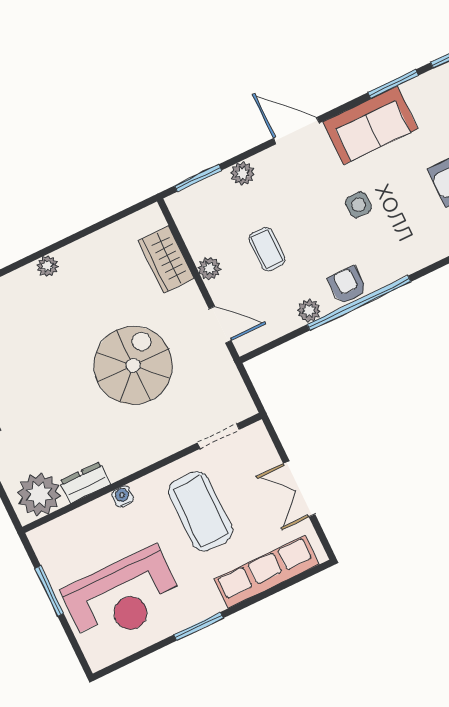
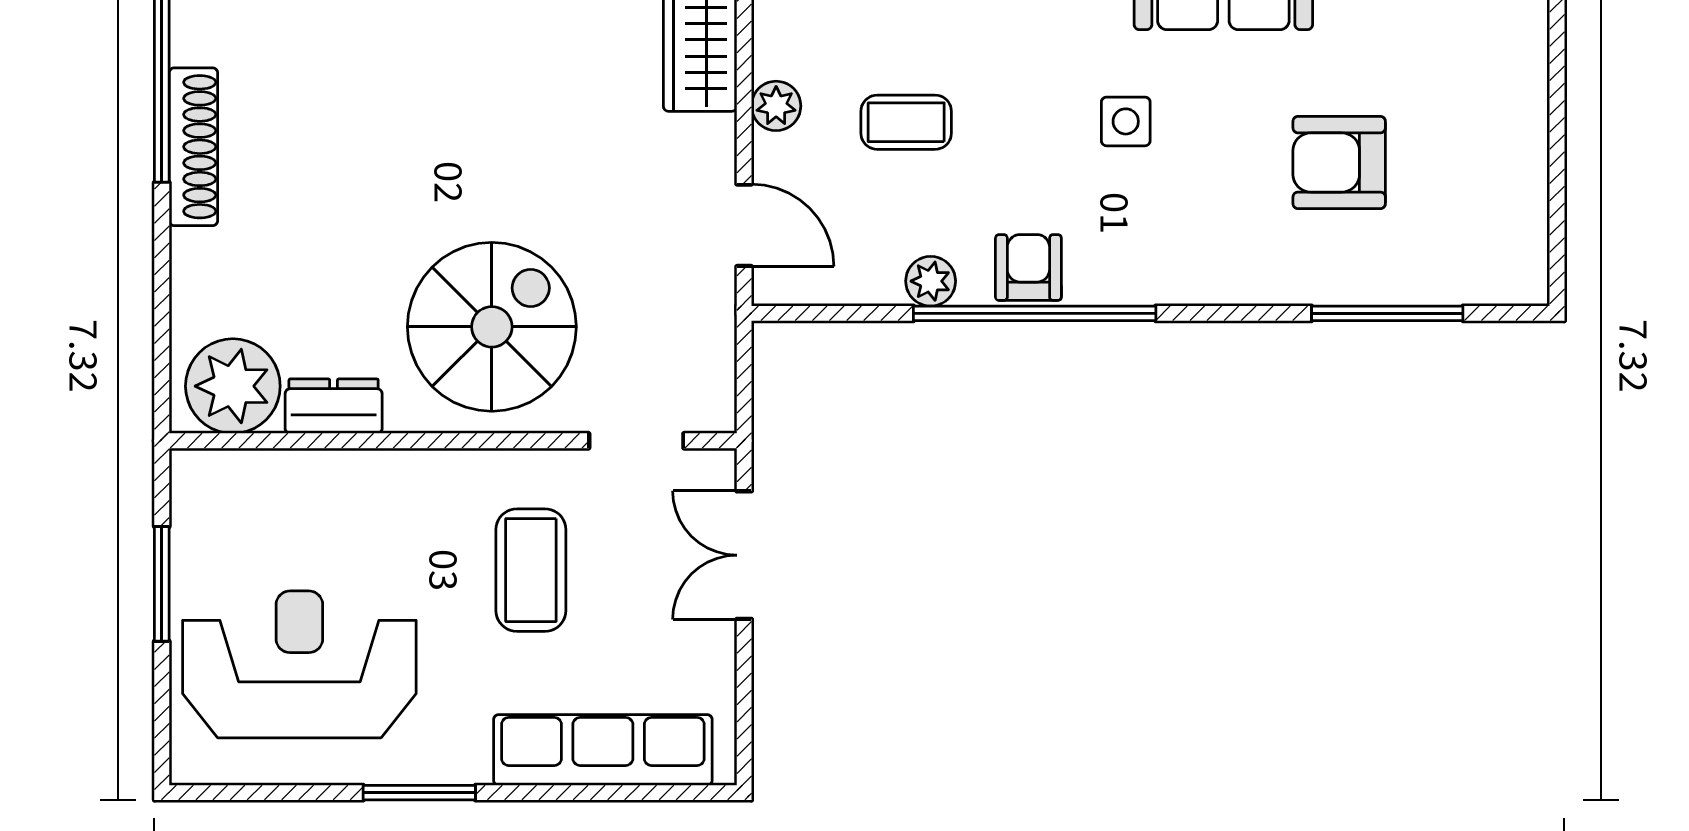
coffee table: (267, 249) -> (906, 122), turned 90
spiral stairs: (133, 365) -> (492, 327), moved
double door: (299, 489) -> (744, 555), moved
water cooler: (123, 496) -> (393, 468), removed
coffee table: (200, 511) -> (531, 570), width x0.73, depth x0.76
reception desk: (123, 597) -> (299, 664), turned 180

